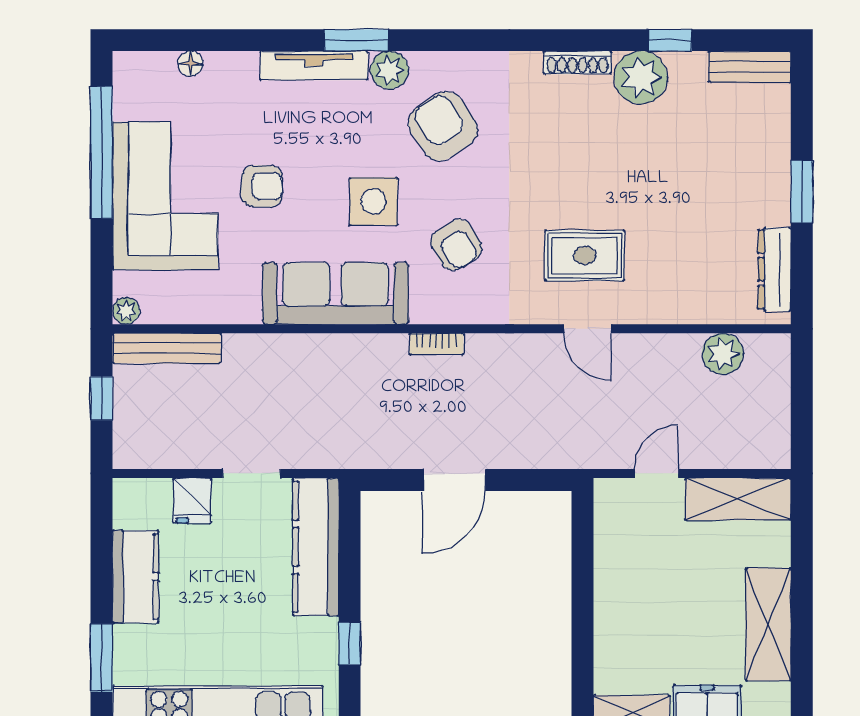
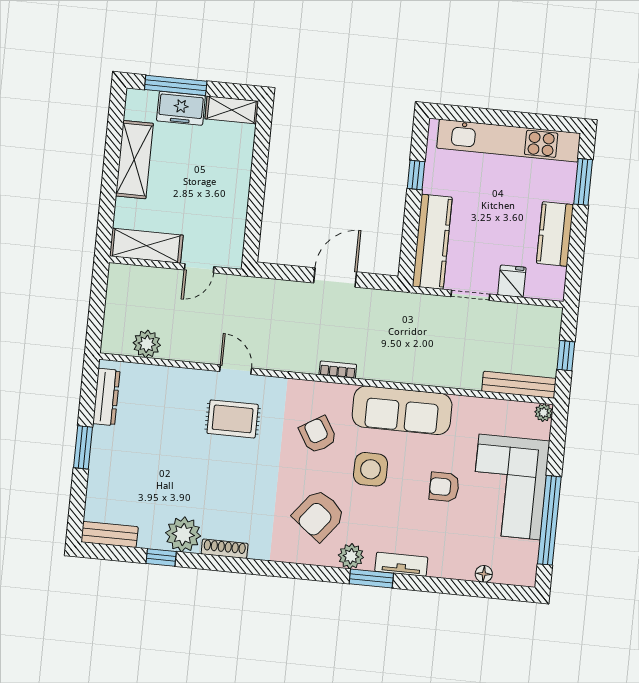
tv unit: (314, 66) -> (401, 564), width x0.71
armchair: (443, 126) -> (319, 515), turned 72

